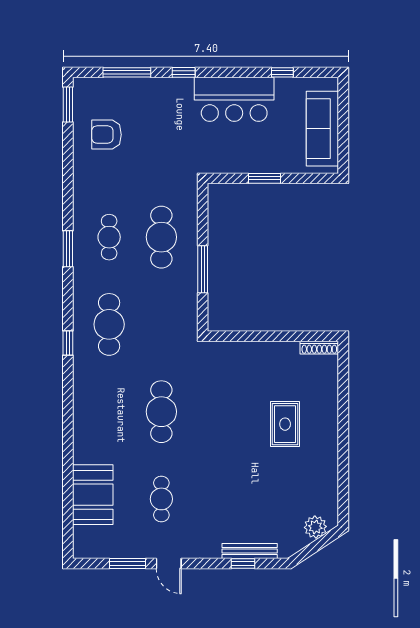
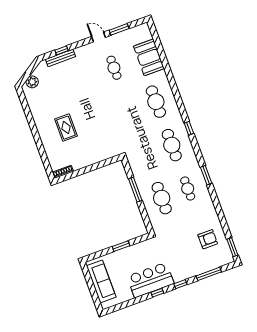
window: (282, 72) -> (157, 293), moved
cafe table: (161, 412) -> (156, 102), moved

